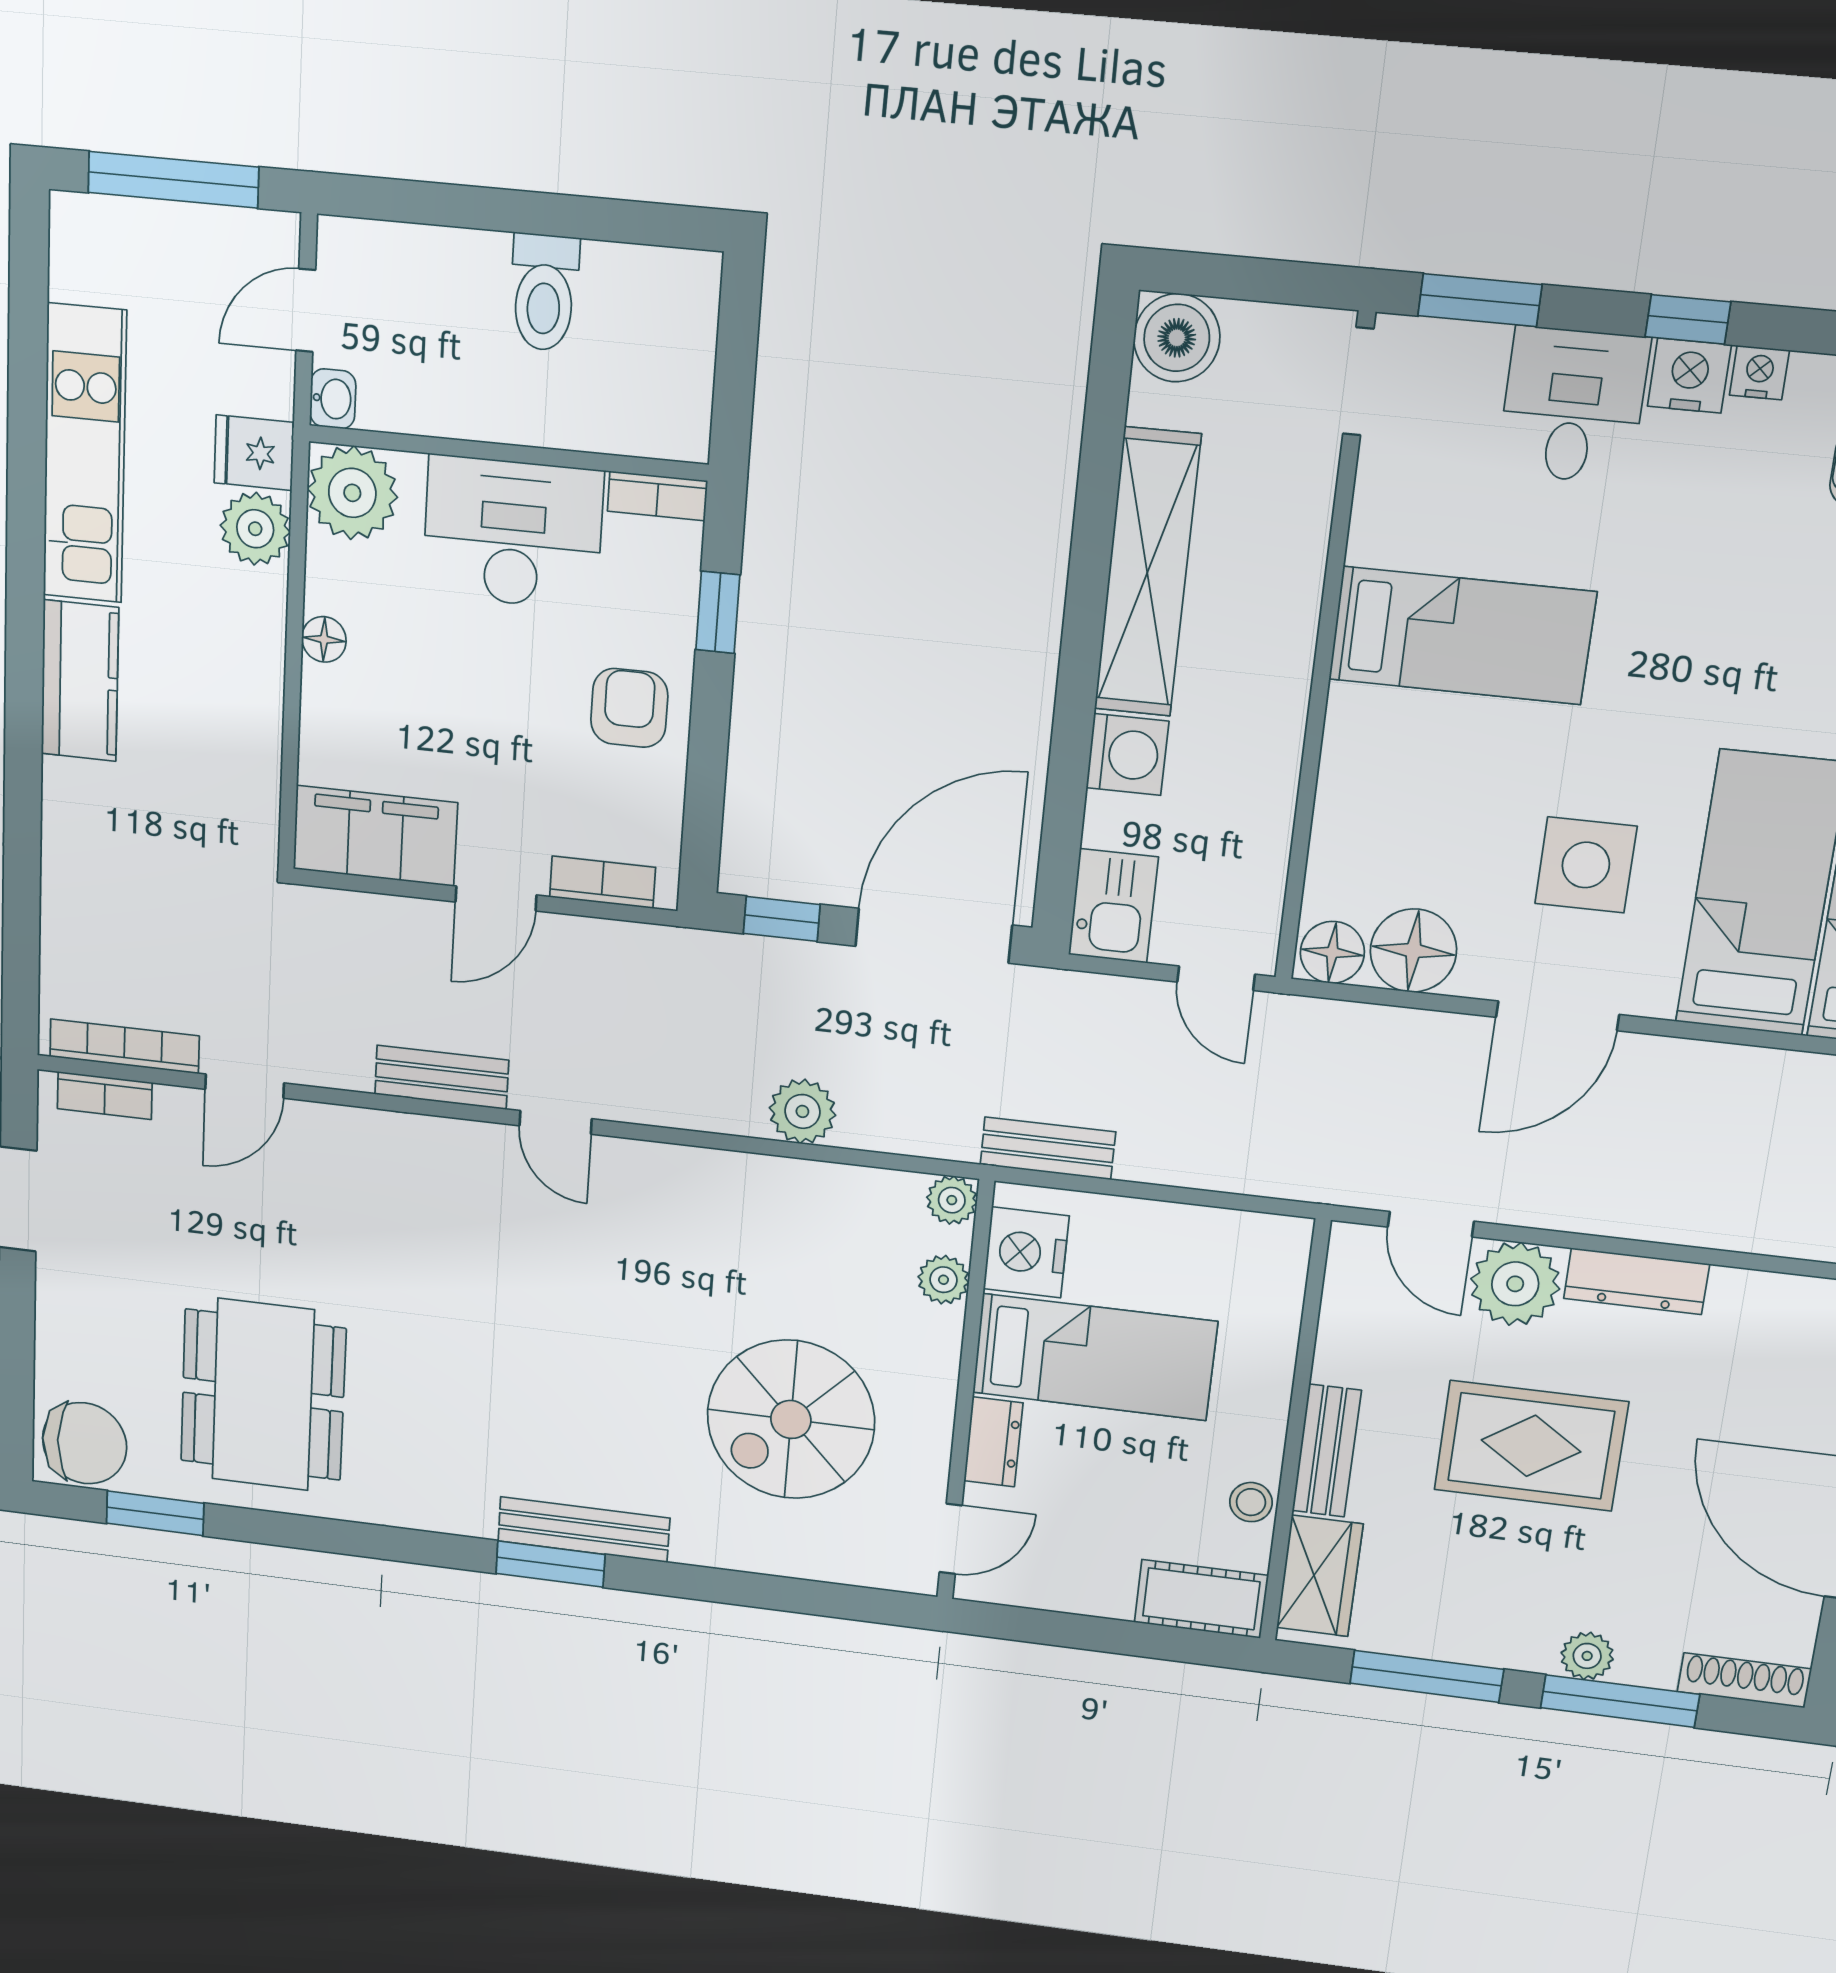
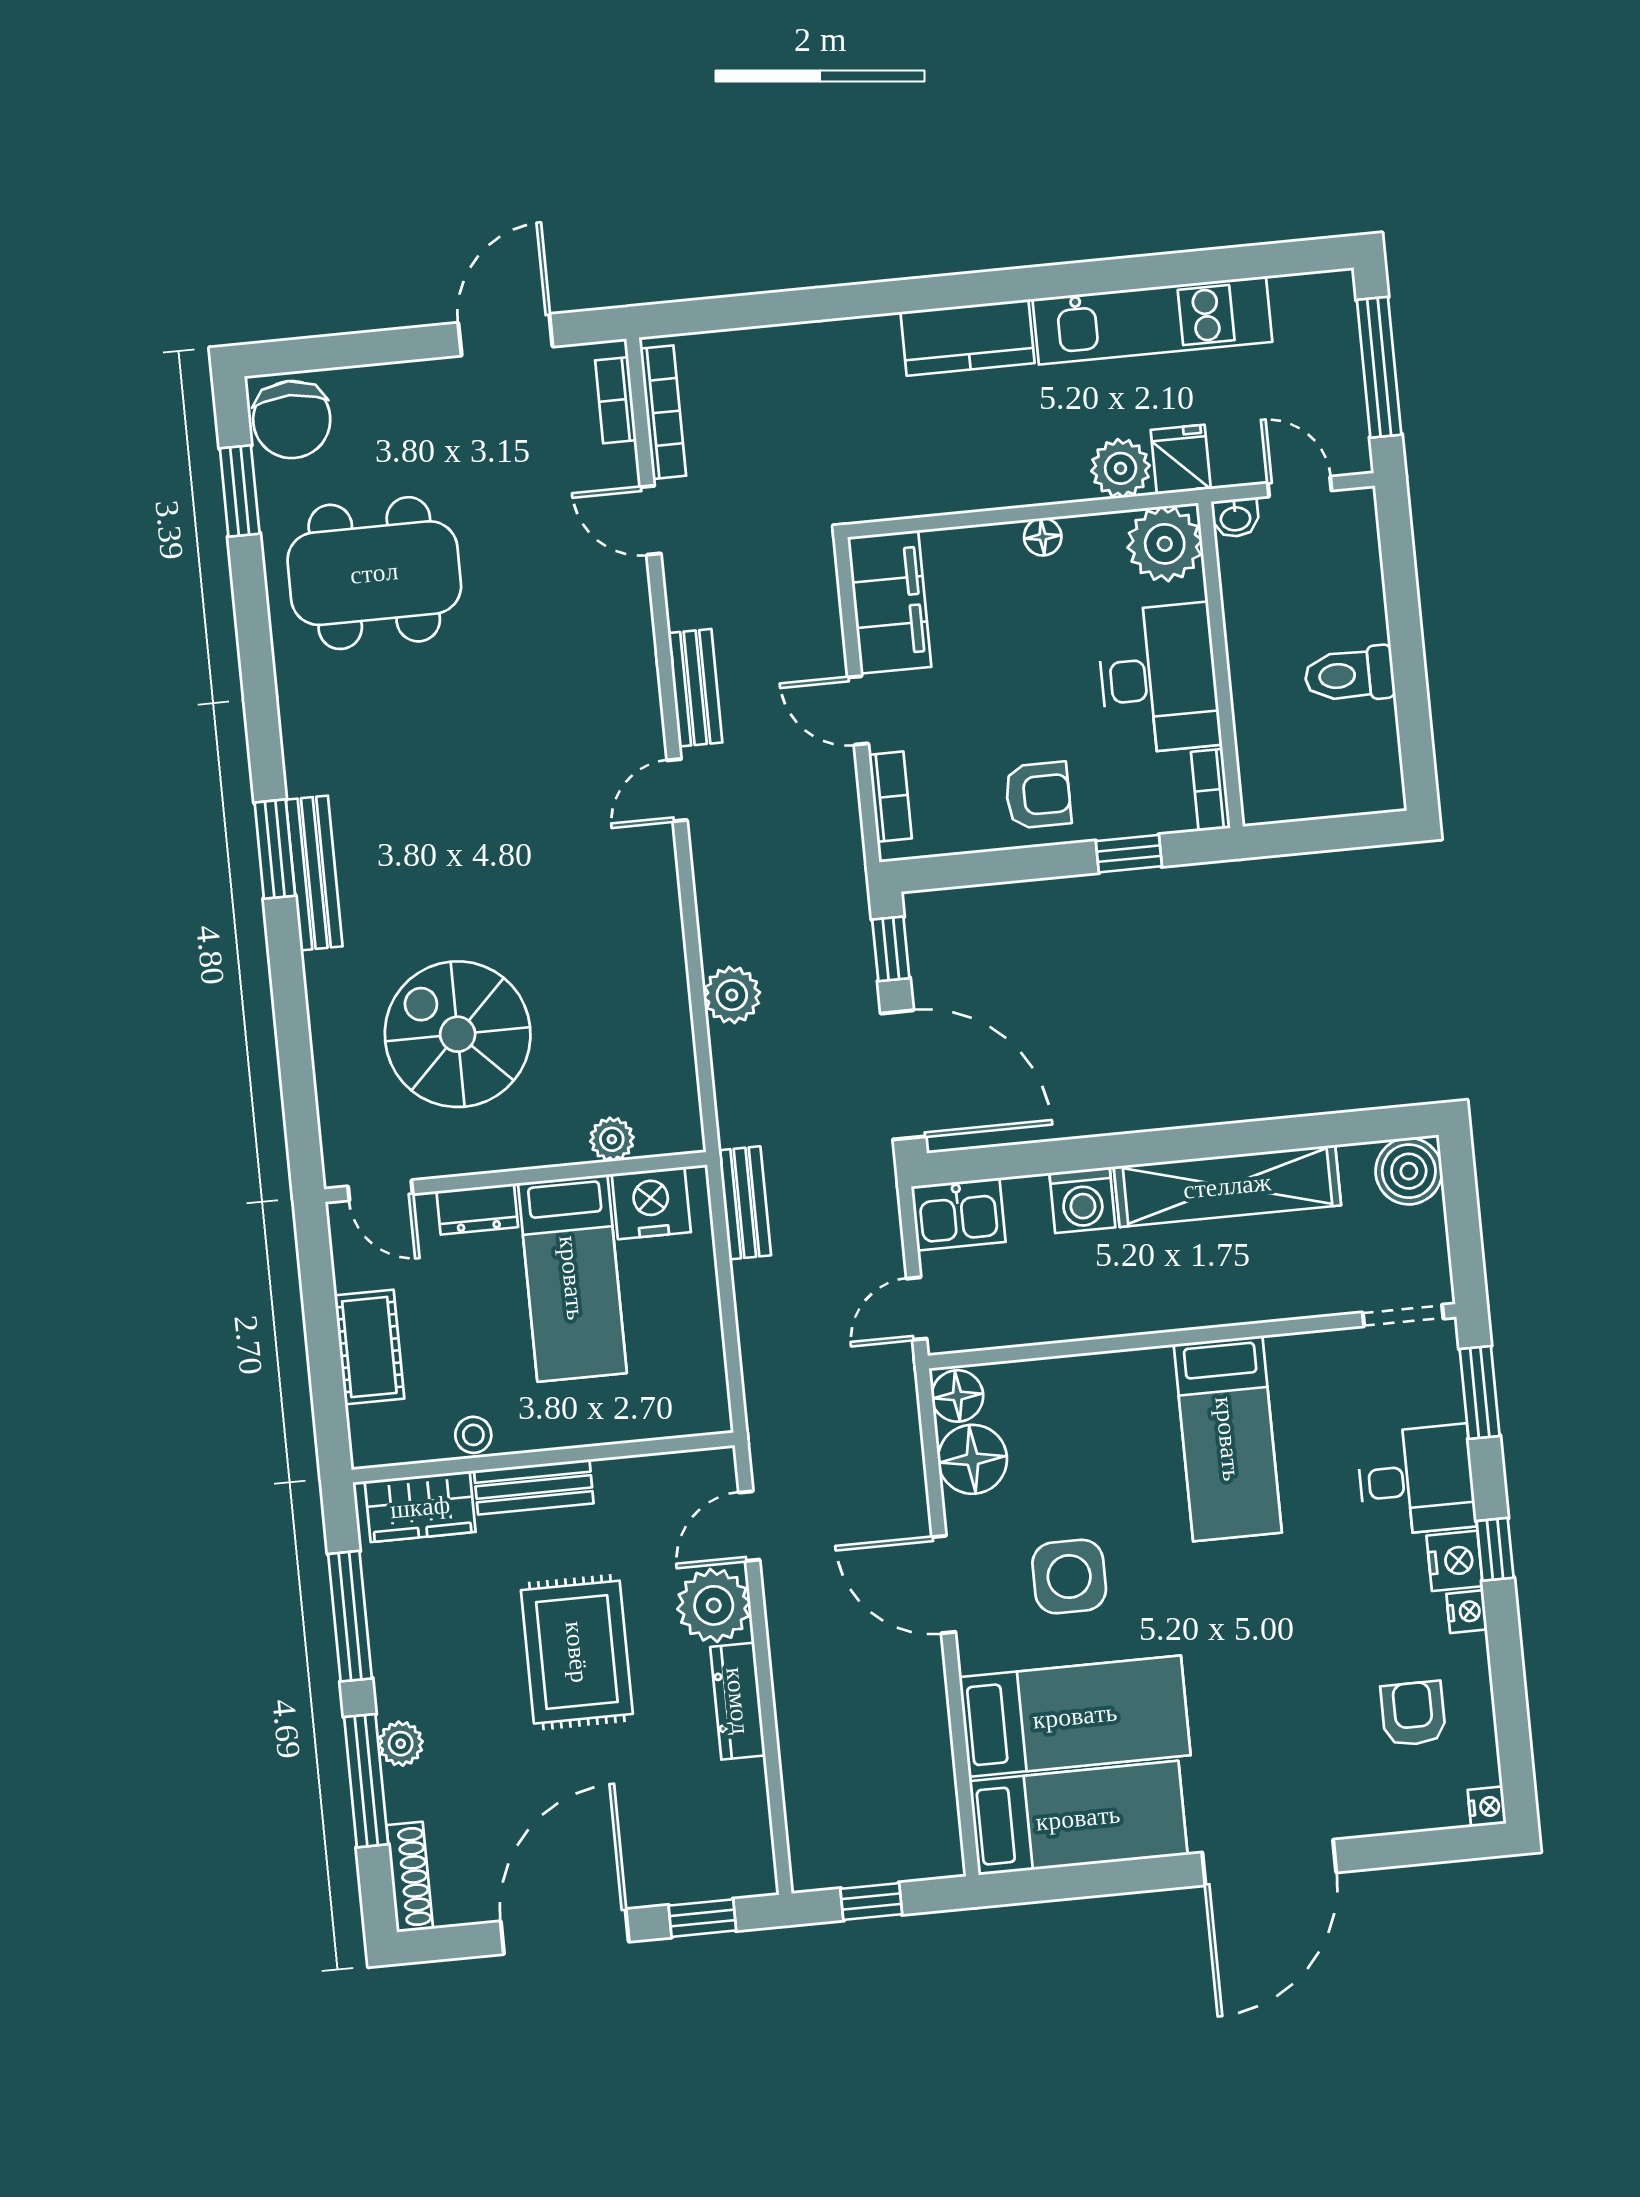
plant: (952, 1200) -> (683, 1133), removed
cot: (1201, 1599) -> (369, 1347), moved

